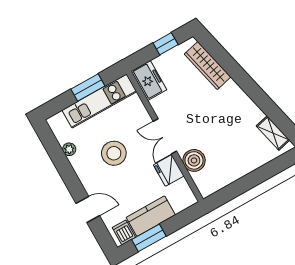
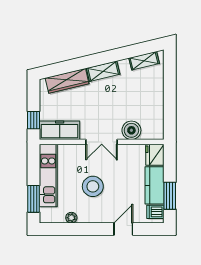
window: (166, 44) -> (34, 120), moved
freezer: (149, 81) -> (60, 130), width x1.40
window: (88, 87) -> (34, 199), moved
shelving: (238, 97) -> (103, 71), added
fridge: (169, 170) -> (155, 155), moved, turned 90

